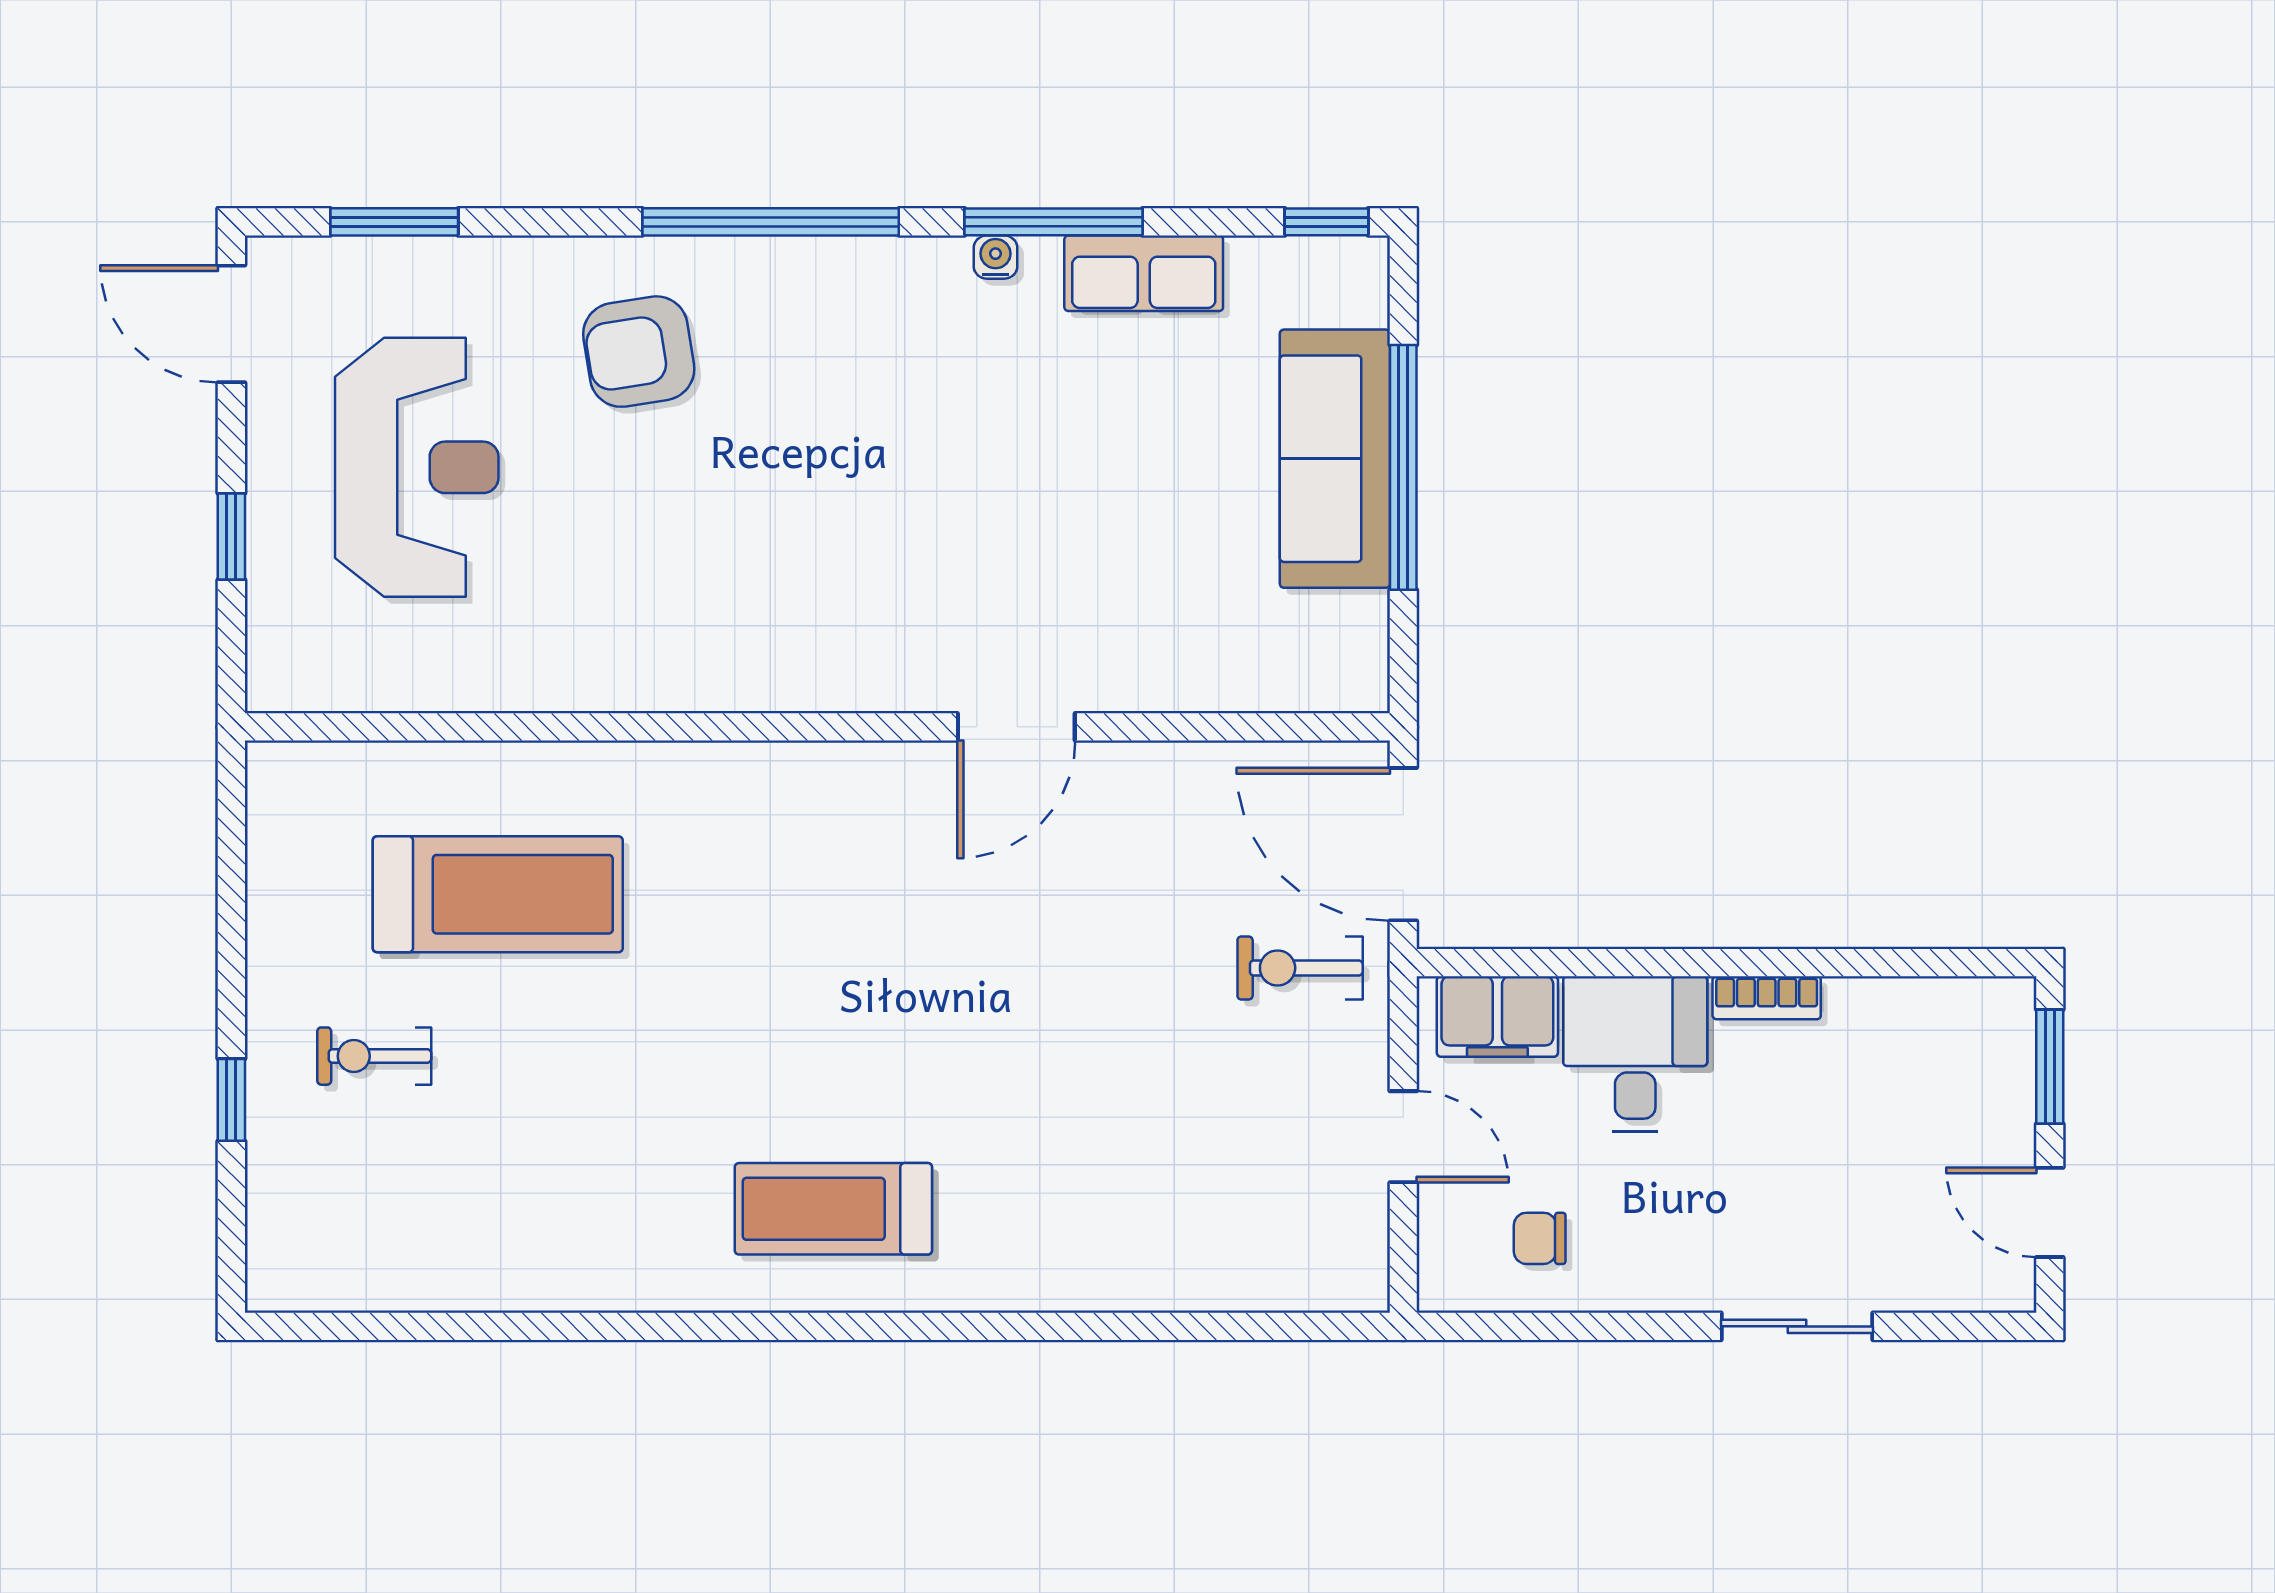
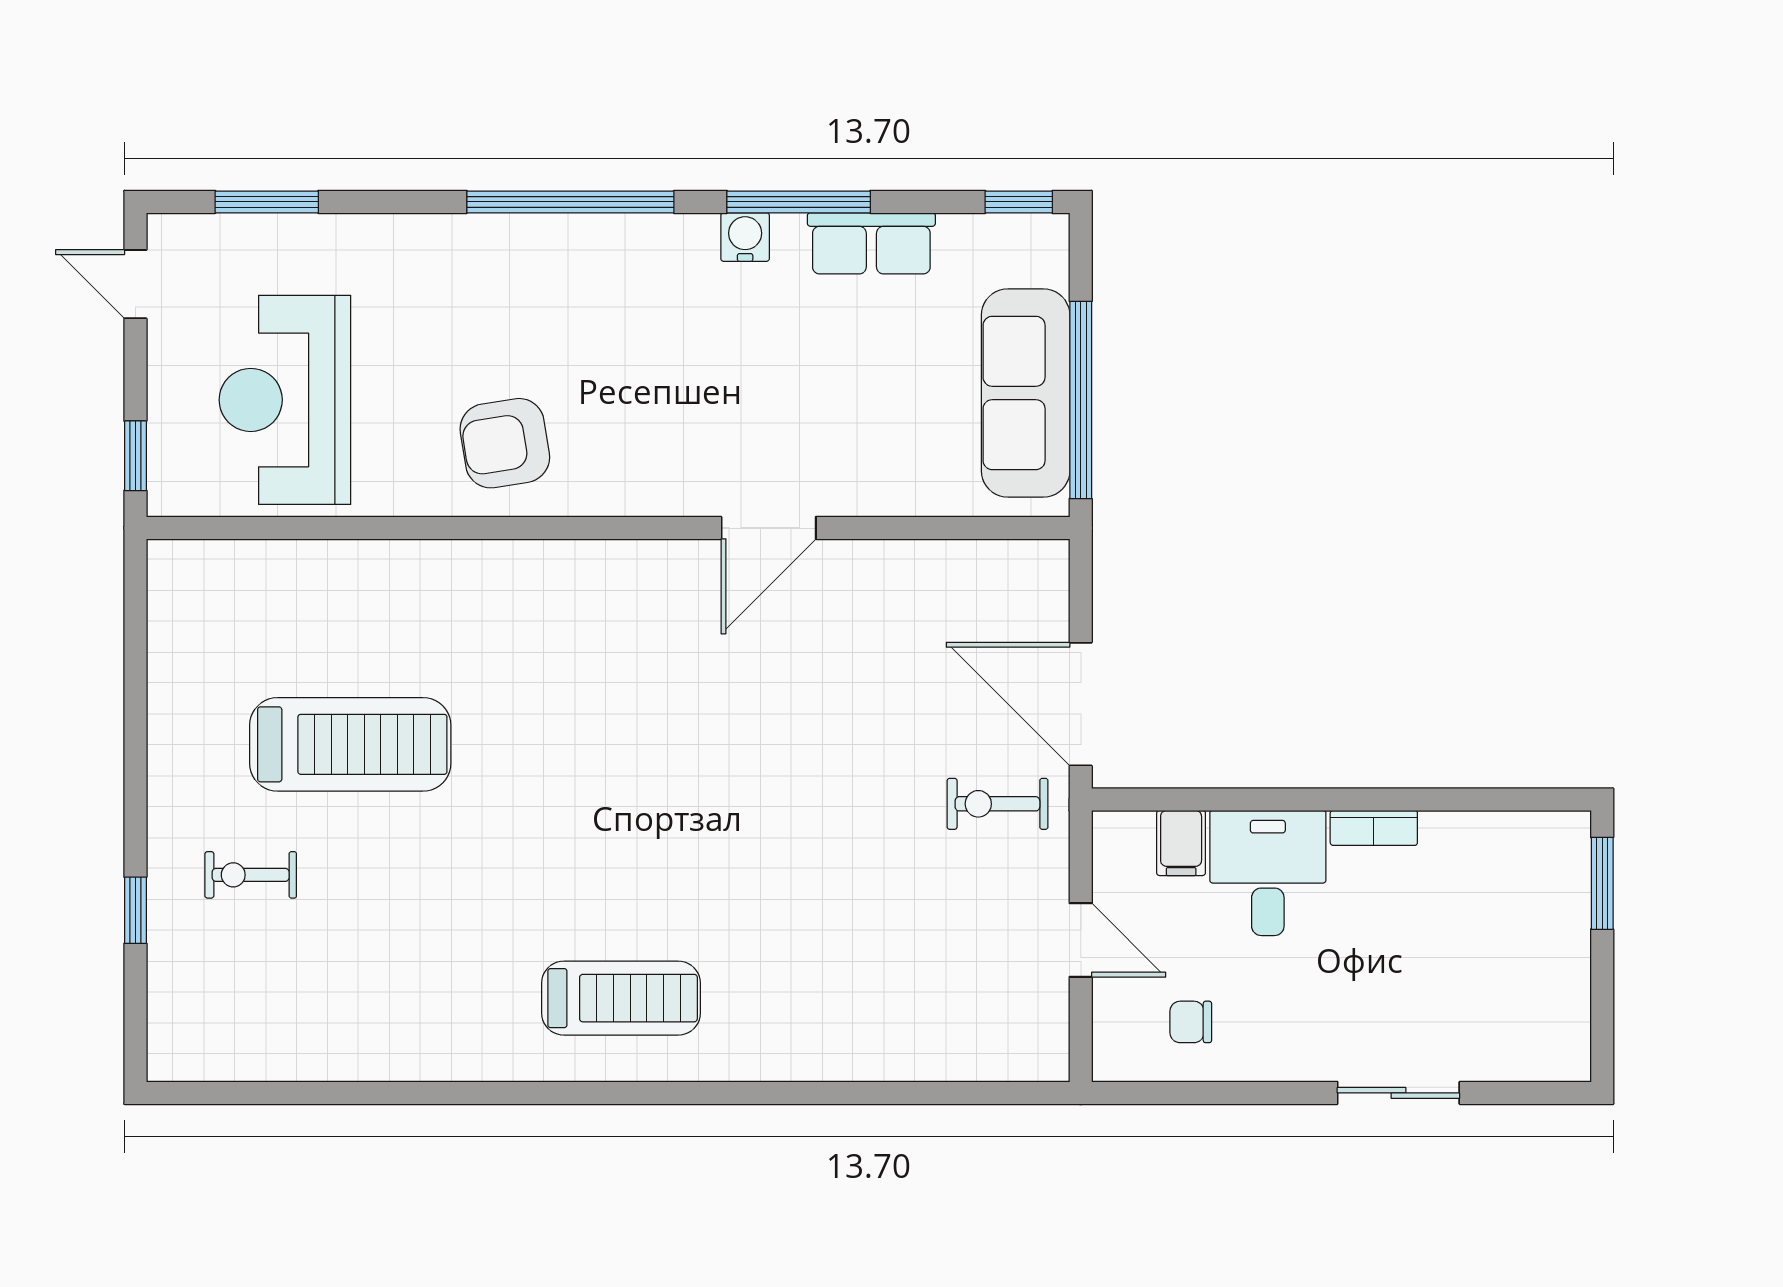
water cooler: (996, 257) -> (745, 237), width x1.38, depth x1.38
door: (231, 324) -> (135, 284), width x0.73
armchair: (639, 352) -> (505, 443), moved
reception desk: (417, 467) -> (285, 400), turned 180
wall: (817, 727) -> (608, 528), moved
door: (1016, 727) -> (769, 528), moved
filing cabinet: (1497, 1016) -> (1181, 843), width x0.50
treadmill: (833, 1209) -> (621, 998), turned 180
door: (2050, 1212) -> (1602, 1001), removed

